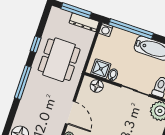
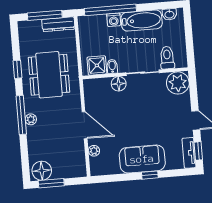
washing machine: (106, 30) -> (114, 20), moved
floor lamp: (97, 86) -> (119, 84), moved
plant: (29, 89) -> (31, 119), added

